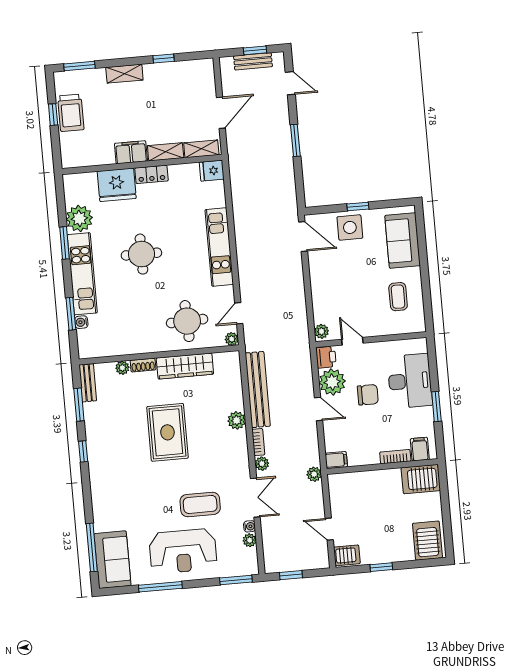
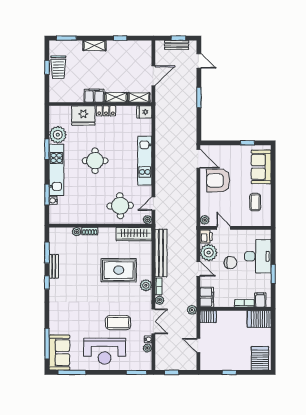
window: (358, 207) -> (248, 143), moved
side table: (350, 227) -> (229, 156), removed
armchair: (337, 268) -> (218, 181), added
wardrobe: (185, 366) -> (134, 234), moved
bench: (88, 383) -> (54, 266), moved
plant: (237, 420) -> (146, 285), moved
rug: (167, 432) -> (119, 270), moved, turned 90
filing cabinet: (336, 460) -> (207, 297), width x2.00
server rack: (347, 555) -> (208, 317), moved
window: (160, 587) -> (72, 372), moved

